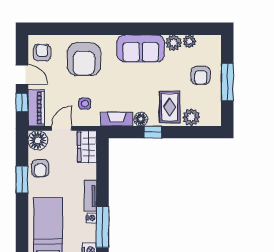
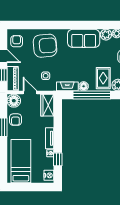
armchair: (84, 59) -> (45, 46), turned -95
door: (62, 128) -> (30, 93), hinge flipped
window: (153, 132) -> (92, 95), width x3.17
window: (103, 227) -> (58, 159), width x0.46

